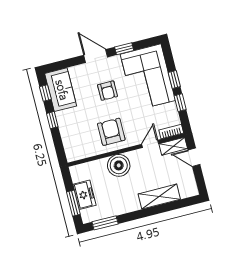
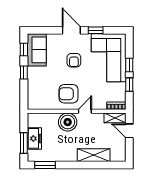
armchair: (111, 132) -> (69, 94), turned -90
door: (150, 144) -> (85, 111), moved

